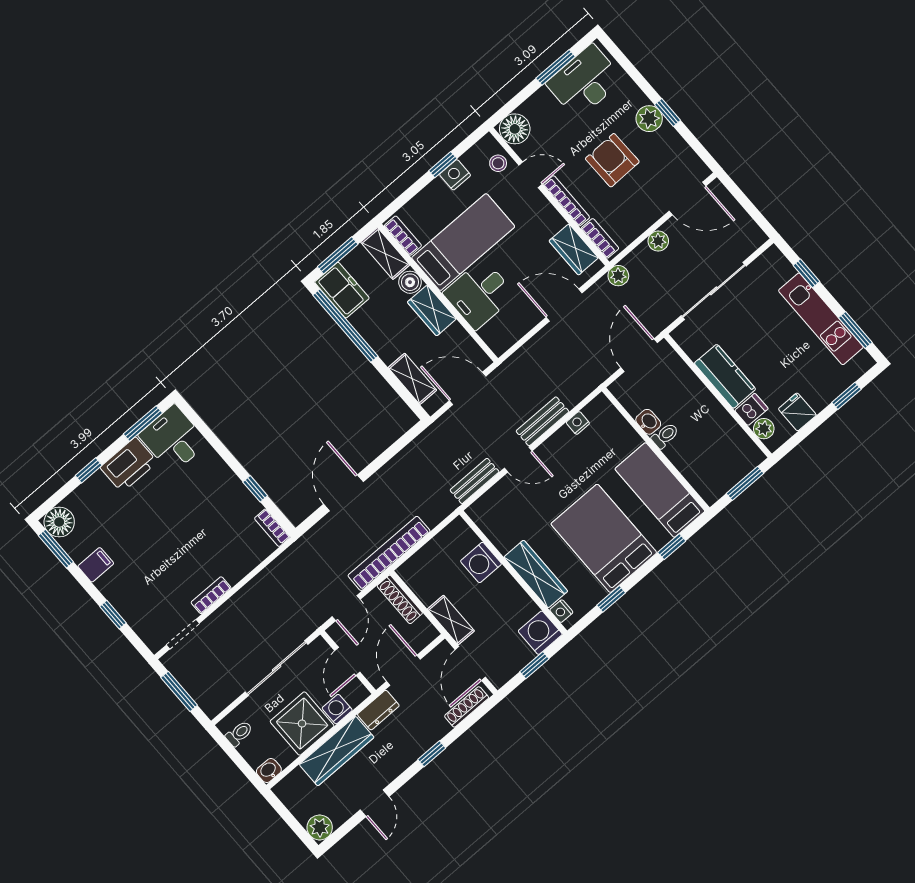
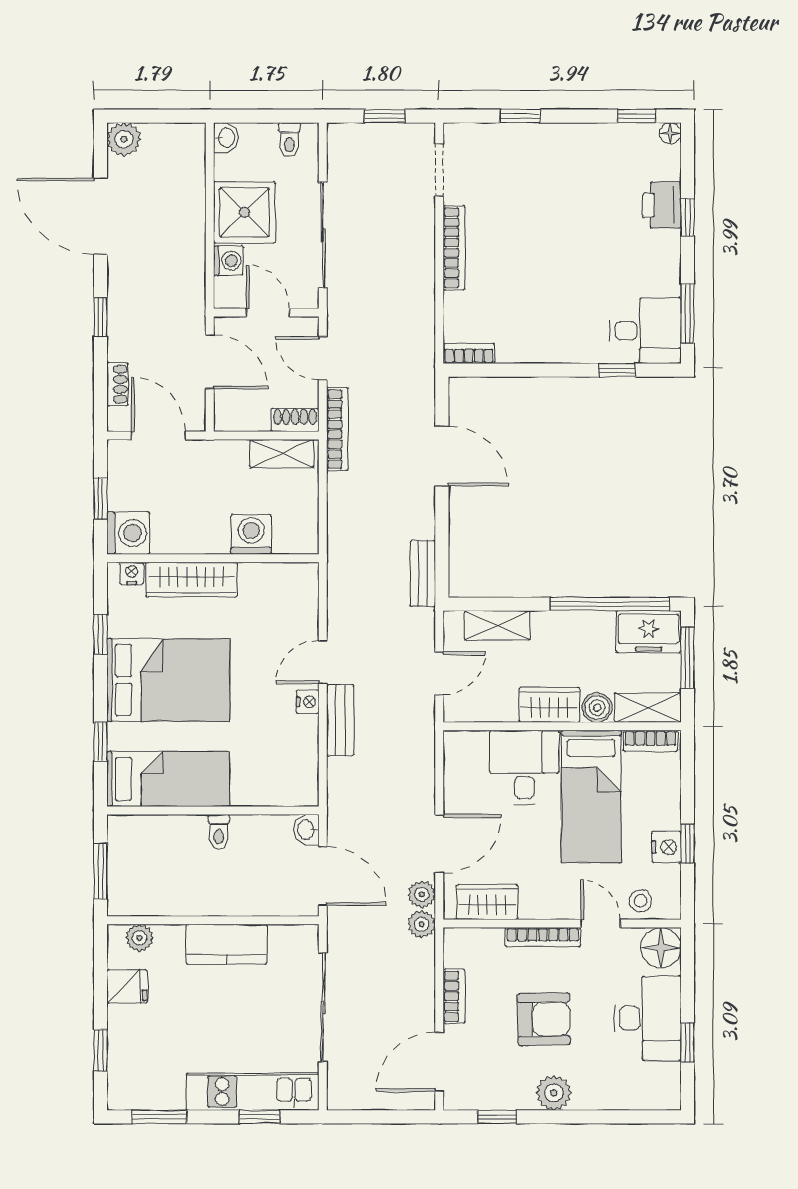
window: (556, 67) -> (687, 1043), width x0.67
desk: (585, 81) -> (648, 1018), moved
window: (668, 112) -> (497, 1117), moved
door: (530, 175) -> (601, 924), swing flipped
bookcase: (600, 238) -> (454, 996), moved, turned -90
plant: (658, 241) -> (422, 894), moved
kitchen unit: (821, 319) -> (253, 1092), moved
door: (468, 388) -> (439, 673), width x0.73
dishwasher: (751, 410) -> (170, 942), removed
washbasin: (648, 422) -> (307, 830), moved, turned 90
nightstand: (578, 423) -> (308, 702), moved
printer: (129, 465) -> (662, 205), moved, width x0.73, depth x0.84
bench: (475, 481) -> (423, 574), moved
window: (255, 489) -> (617, 370), moved
floor lamp: (59, 522) -> (670, 133), width x0.53, depth x0.53
window: (56, 549) -> (637, 116), width x0.67
bookcase: (389, 553) -> (337, 429), width x0.68, depth x0.76
filing cabinet: (96, 565) -> (586, 142), removed
bookcase: (211, 595) -> (454, 248), width x1.56
shoe rack: (400, 599) -> (295, 420), width x0.70
shelving: (451, 620) -> (282, 454), moved
window: (179, 691) -> (385, 116), width x0.67
shoe rack: (467, 707) -> (117, 384), width x0.70
dresser: (378, 710) -> (191, 302), removed
wardrobe: (337, 751) -> (187, 223), removed
door: (375, 803) -> (100, 216), width x1.88

